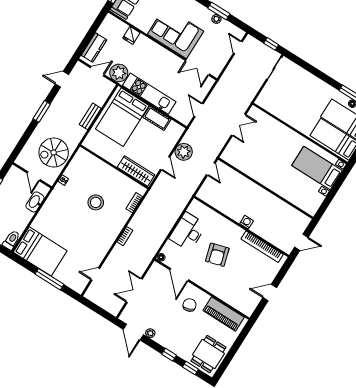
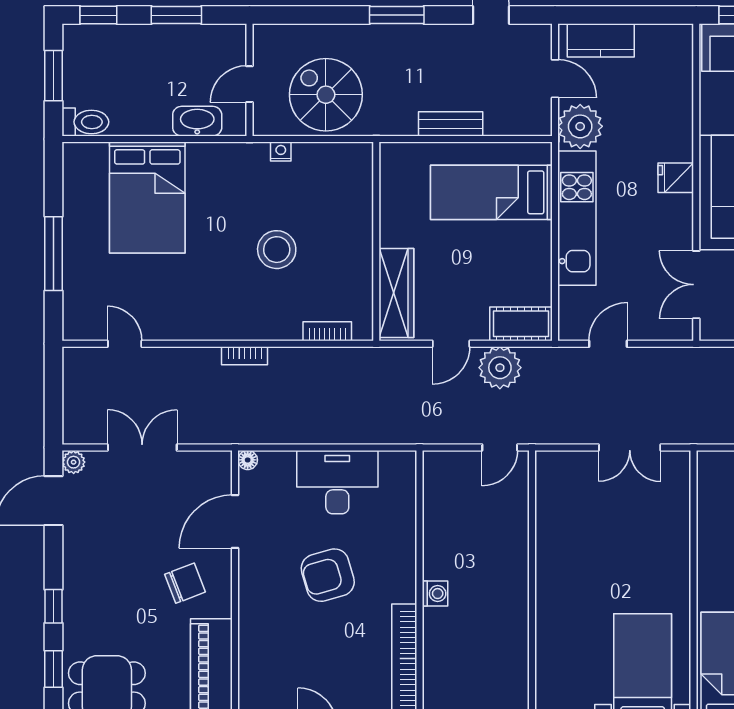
fridge: (131, 35) -> (676, 178), moved
bed: (122, 117) -> (491, 192), width x0.67
cot: (157, 118) -> (521, 324), moved, turned 90
bed: (40, 251) -> (147, 198), moved
plant: (150, 333) -> (74, 462), moved

